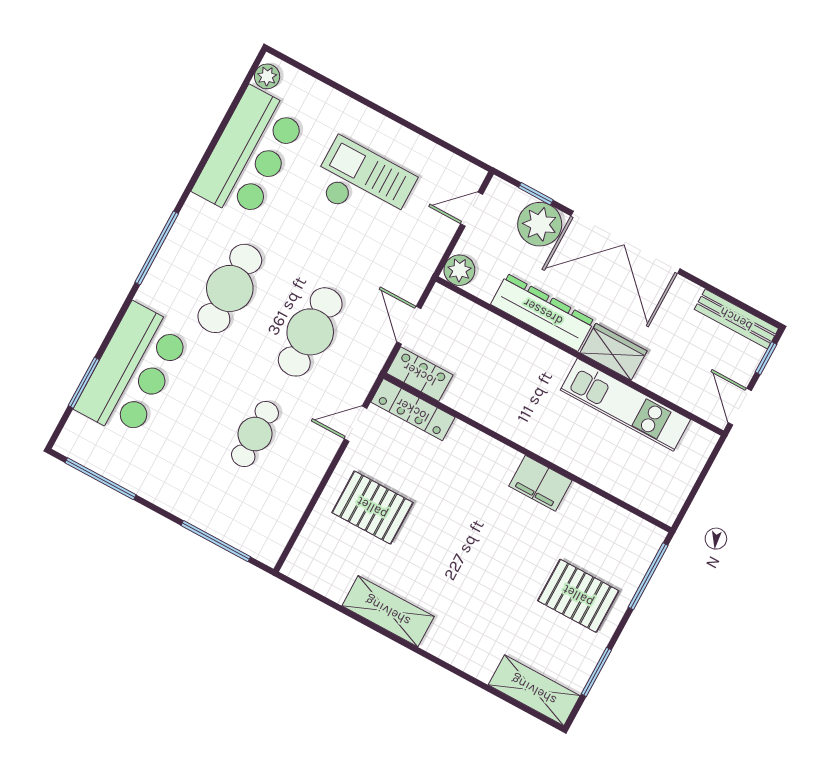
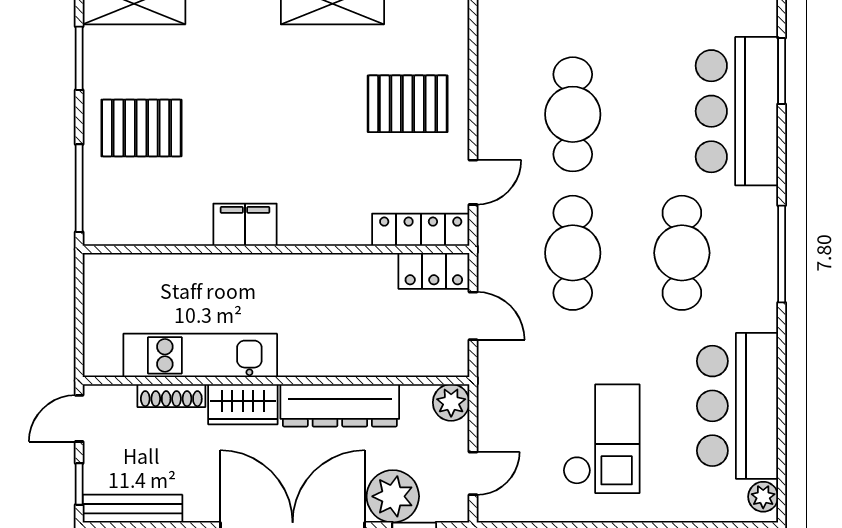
checkout: (363, 184) -> (601, 439), turned -90
shoe rack: (663, 387) -> (171, 396), added
door: (740, 407) -> (79, 418), swing flipped
cafe table: (255, 434) -> (573, 114), width x1.37, depth x1.35

